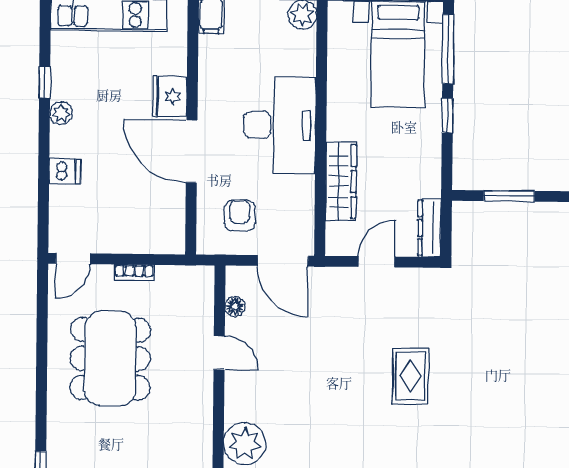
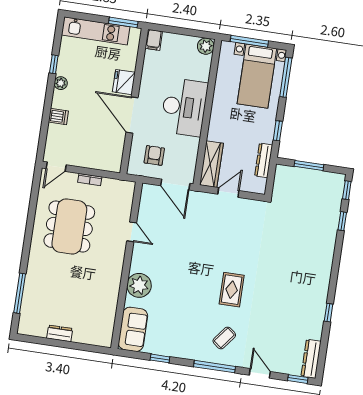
window: (447, 115) -> (278, 131), moved
wardrobe: (341, 181) -> (211, 164), moved
dresser: (429, 228) -> (264, 160), moved
floor lamp: (235, 306) -> (144, 207), removed
rug: (411, 376) -> (232, 290), moved

